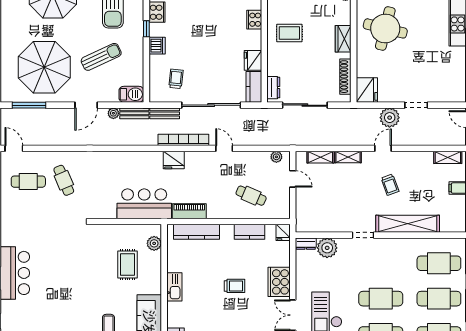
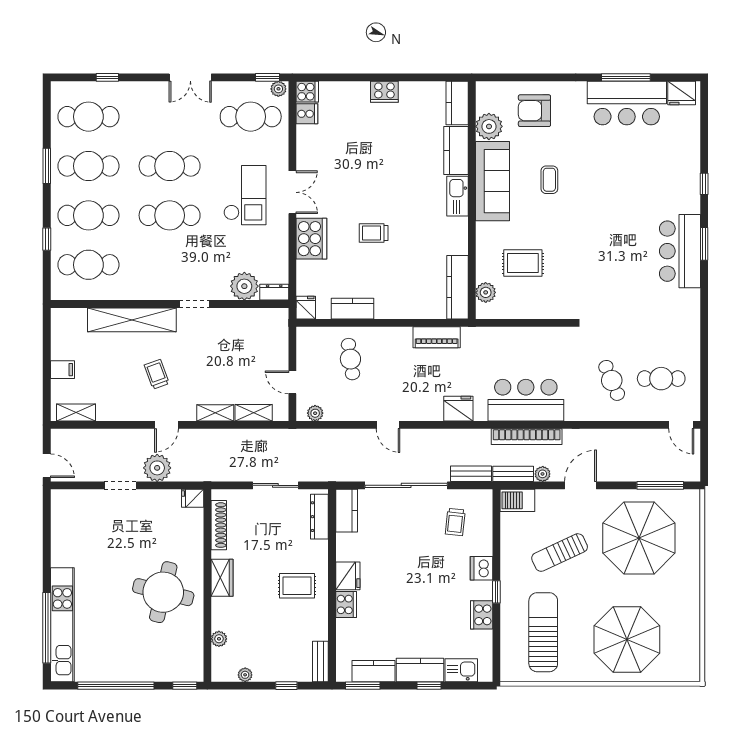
fridge: (253, 60) -> (348, 576), moved
dresser: (273, 88) -> (319, 517), width x1.44
fridge: (367, 90) -> (193, 498), width x0.53, depth x0.75
sliding door: (305, 105) -> (275, 485), width x0.73
bookcase: (183, 140) -> (527, 437), moved
cafe table: (251, 196) -> (350, 359), turned 59
bar counter: (144, 204) -> (526, 400), moved, turned 180
kitchen counter: (197, 232) -> (457, 287), moved, turned -90
rug: (127, 264) -> (523, 263), turned 90
kitchen sink: (174, 287) -> (457, 196), moved

